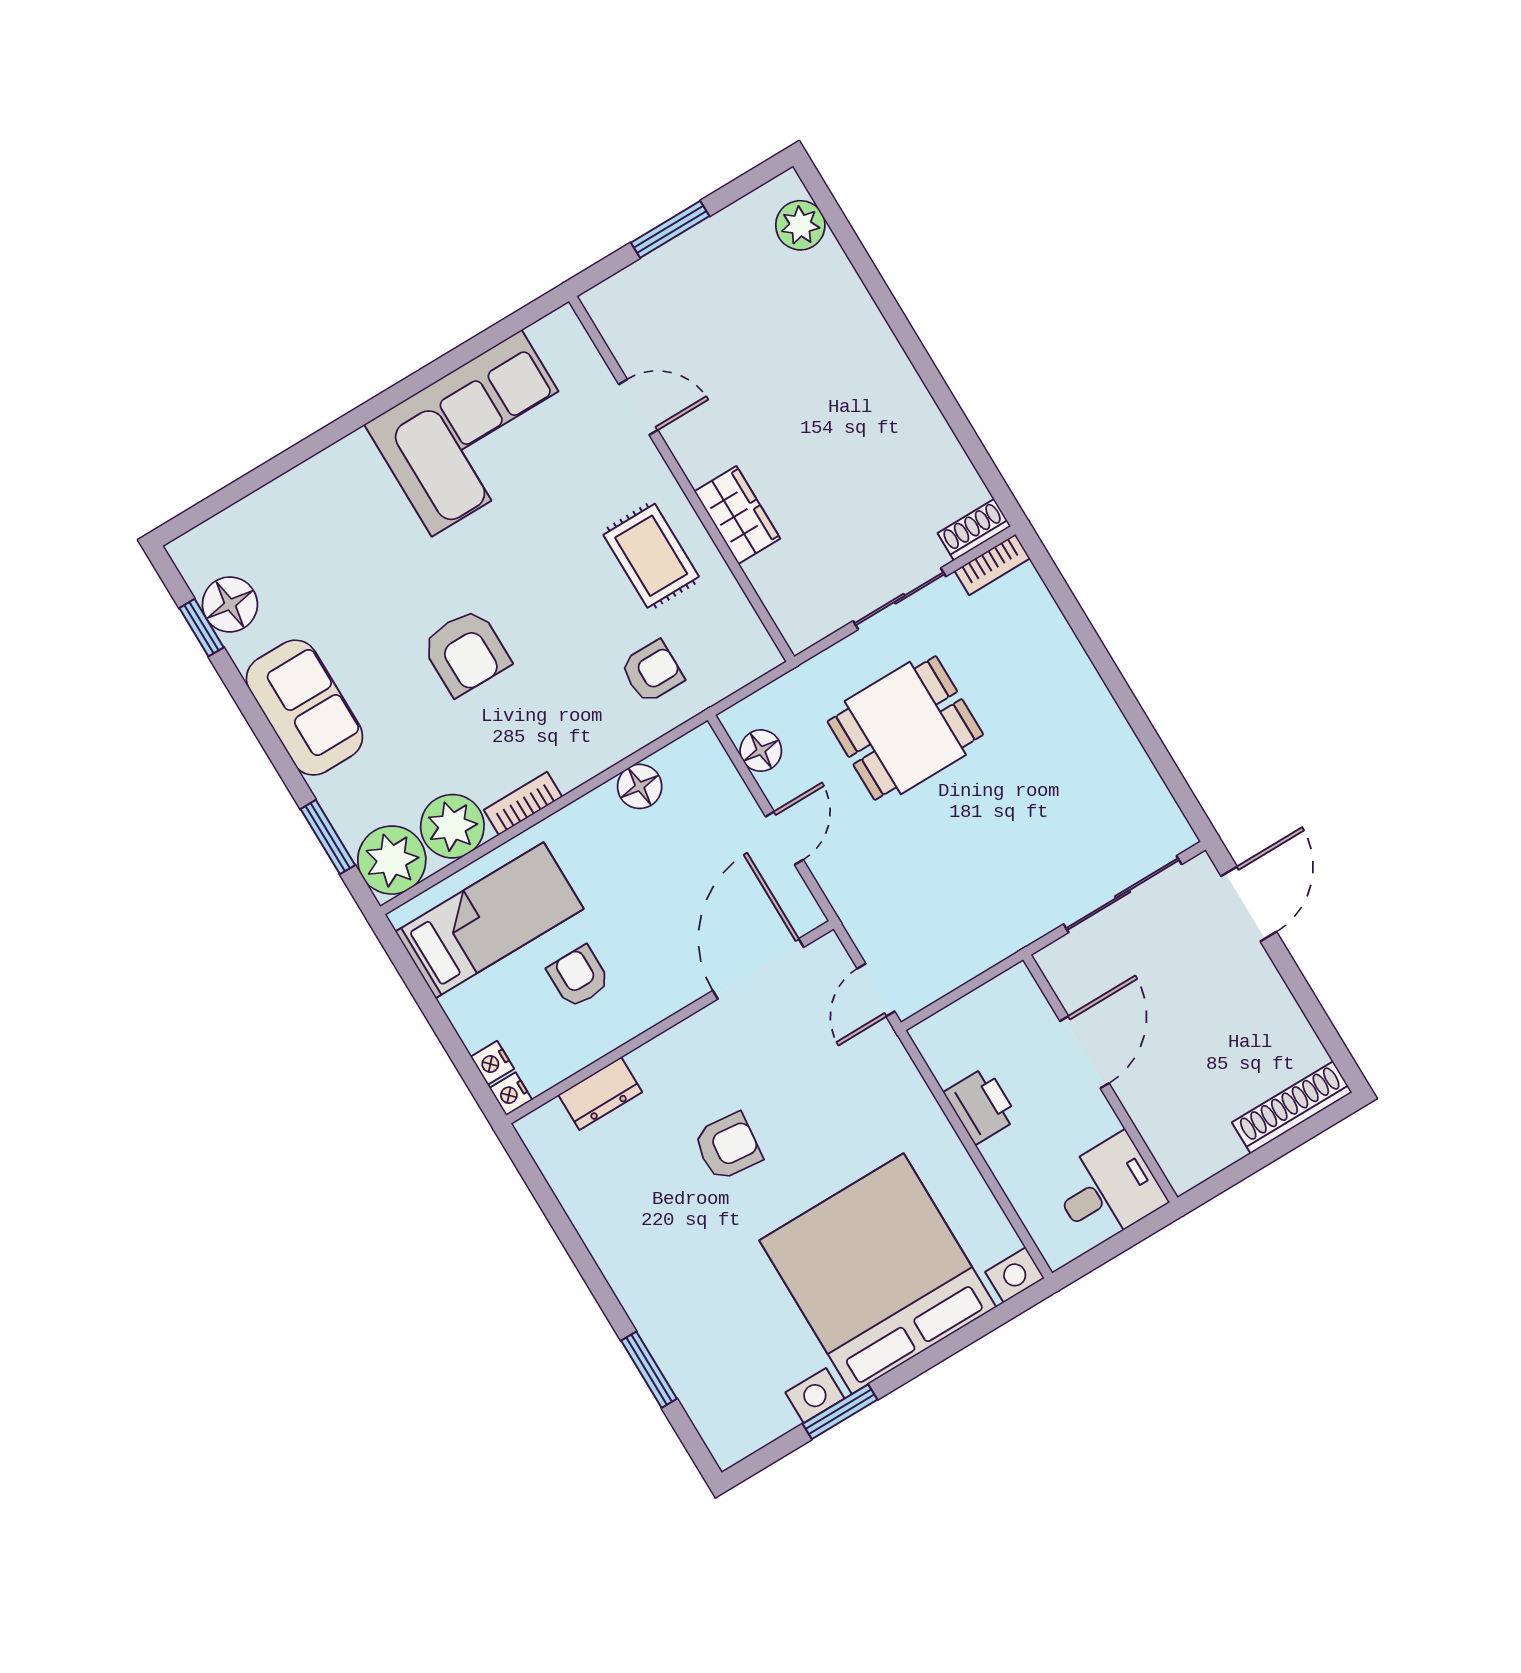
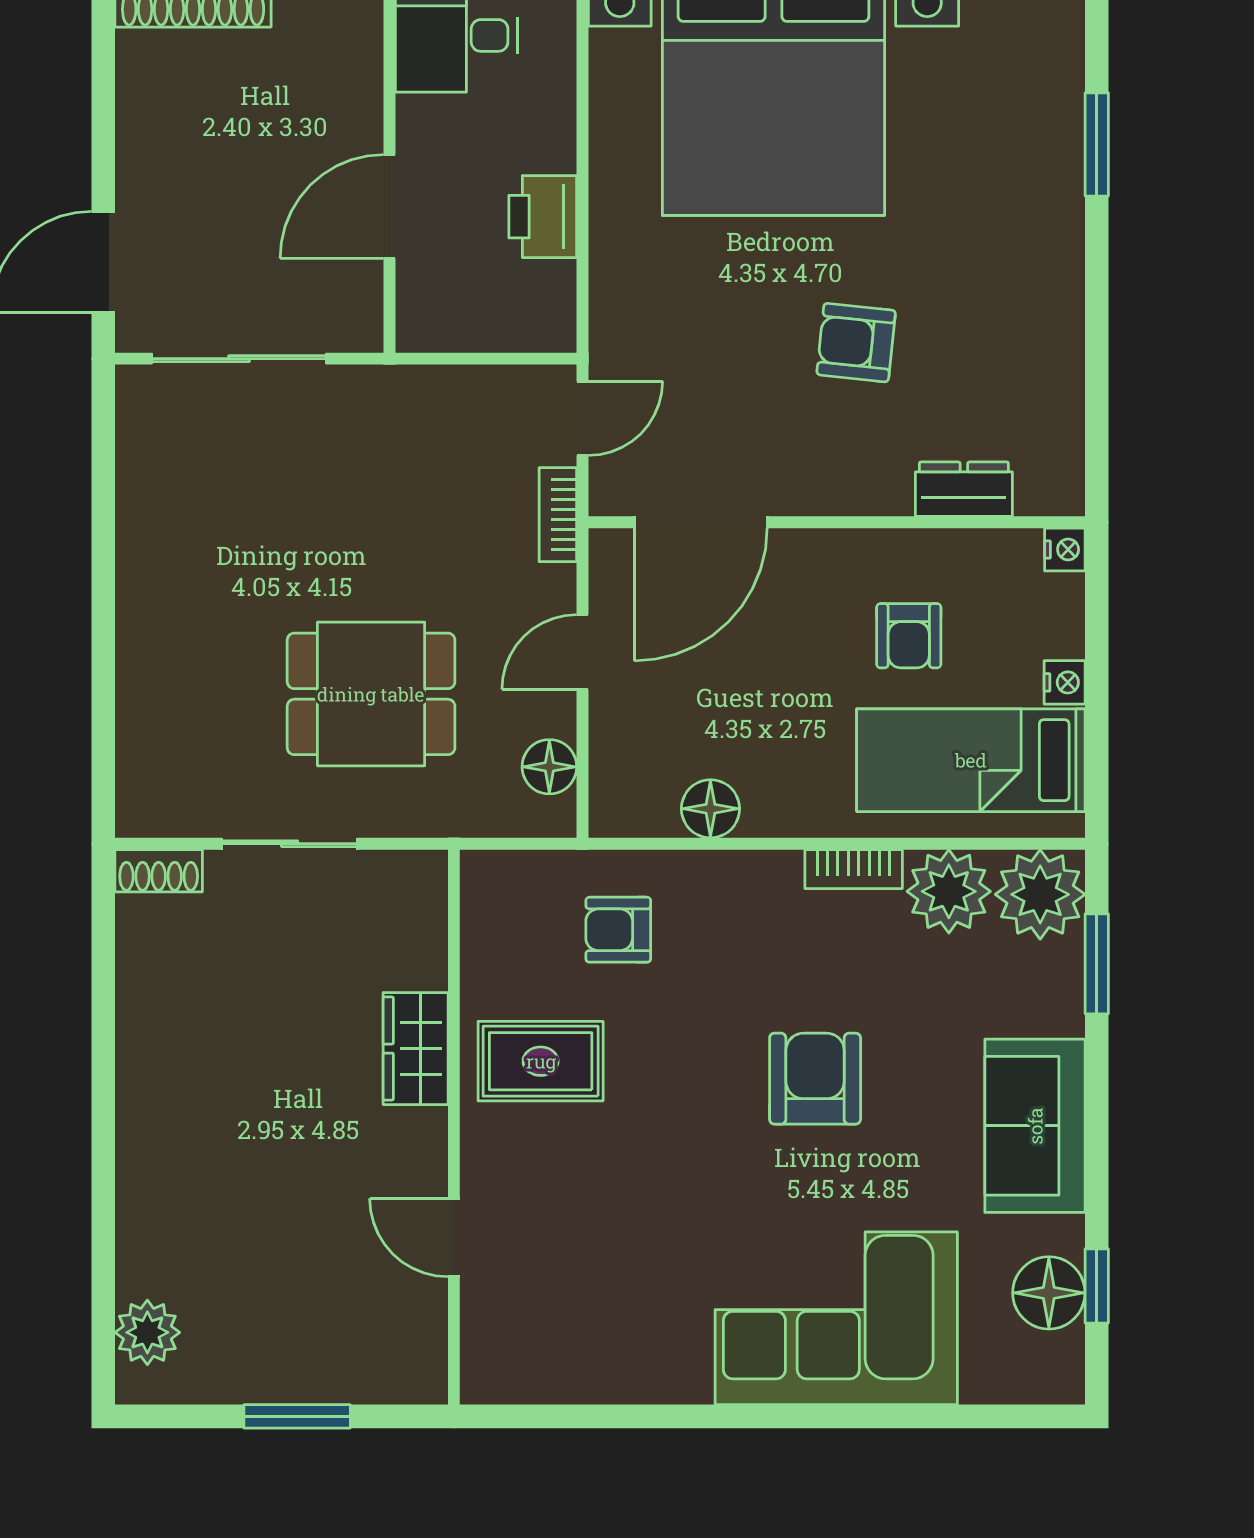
corner sofa: (477, 433) -> (836, 1318), moved
rug: (651, 556) -> (541, 1061), turned 90
bookcase: (992, 565) -> (558, 515), moved, turned -90
nightstand: (492, 1063) -> (1065, 682), moved

